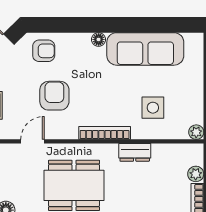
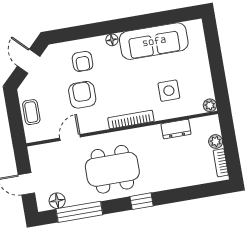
armchair: (44, 51) -> (83, 61), moved, turned 90
dresser: (135, 152) -> (176, 129), moved

